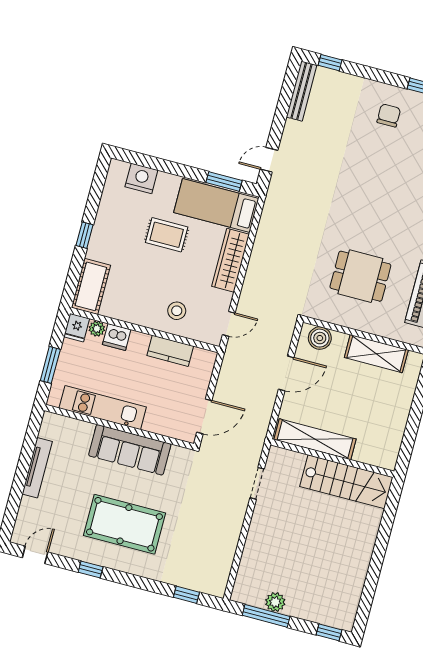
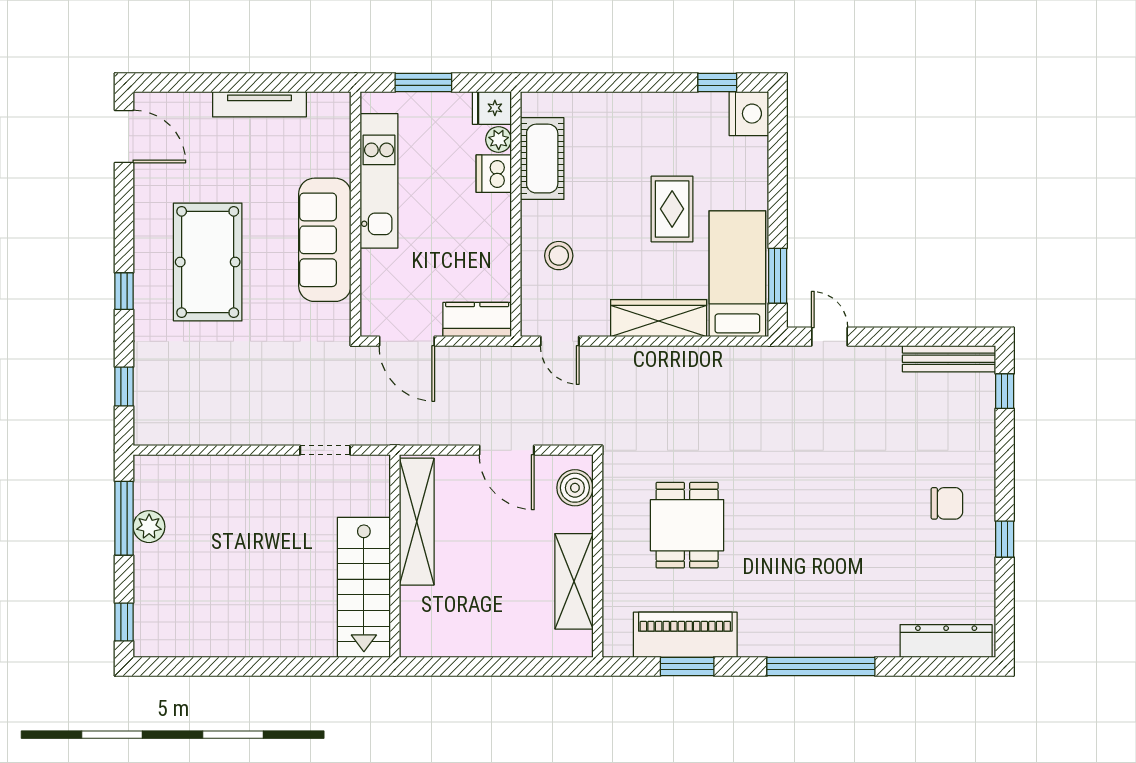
nightstand: (141, 178) -> (749, 114), moved
window: (85, 235) -> (717, 82), moved
cot: (91, 286) -> (542, 159), moved, turned 90
kitchen counter: (170, 351) -> (477, 320), moved, turned 90
door: (35, 555) -> (124, 137), width x1.38
window: (91, 569) -> (124, 291), moved

